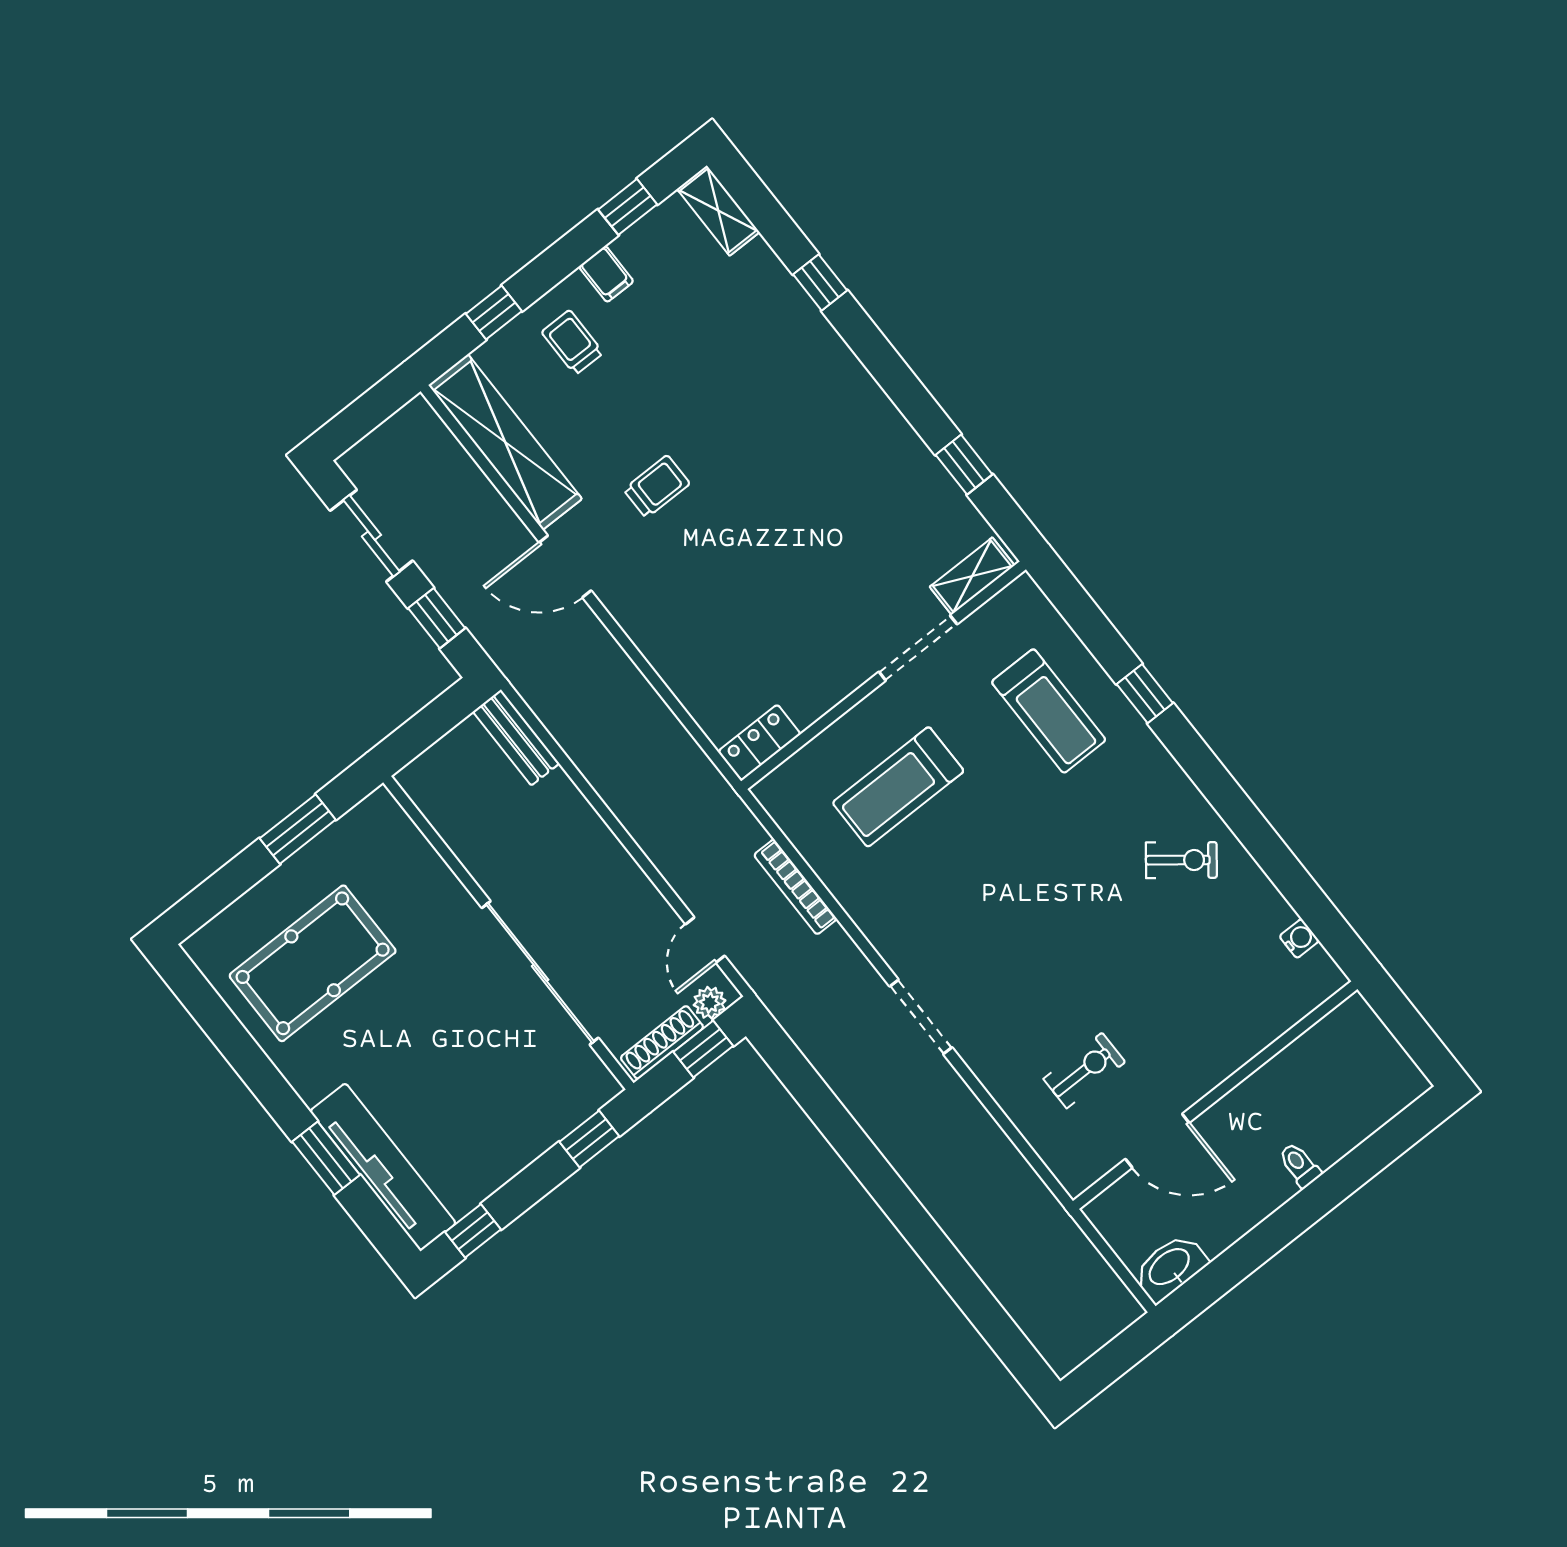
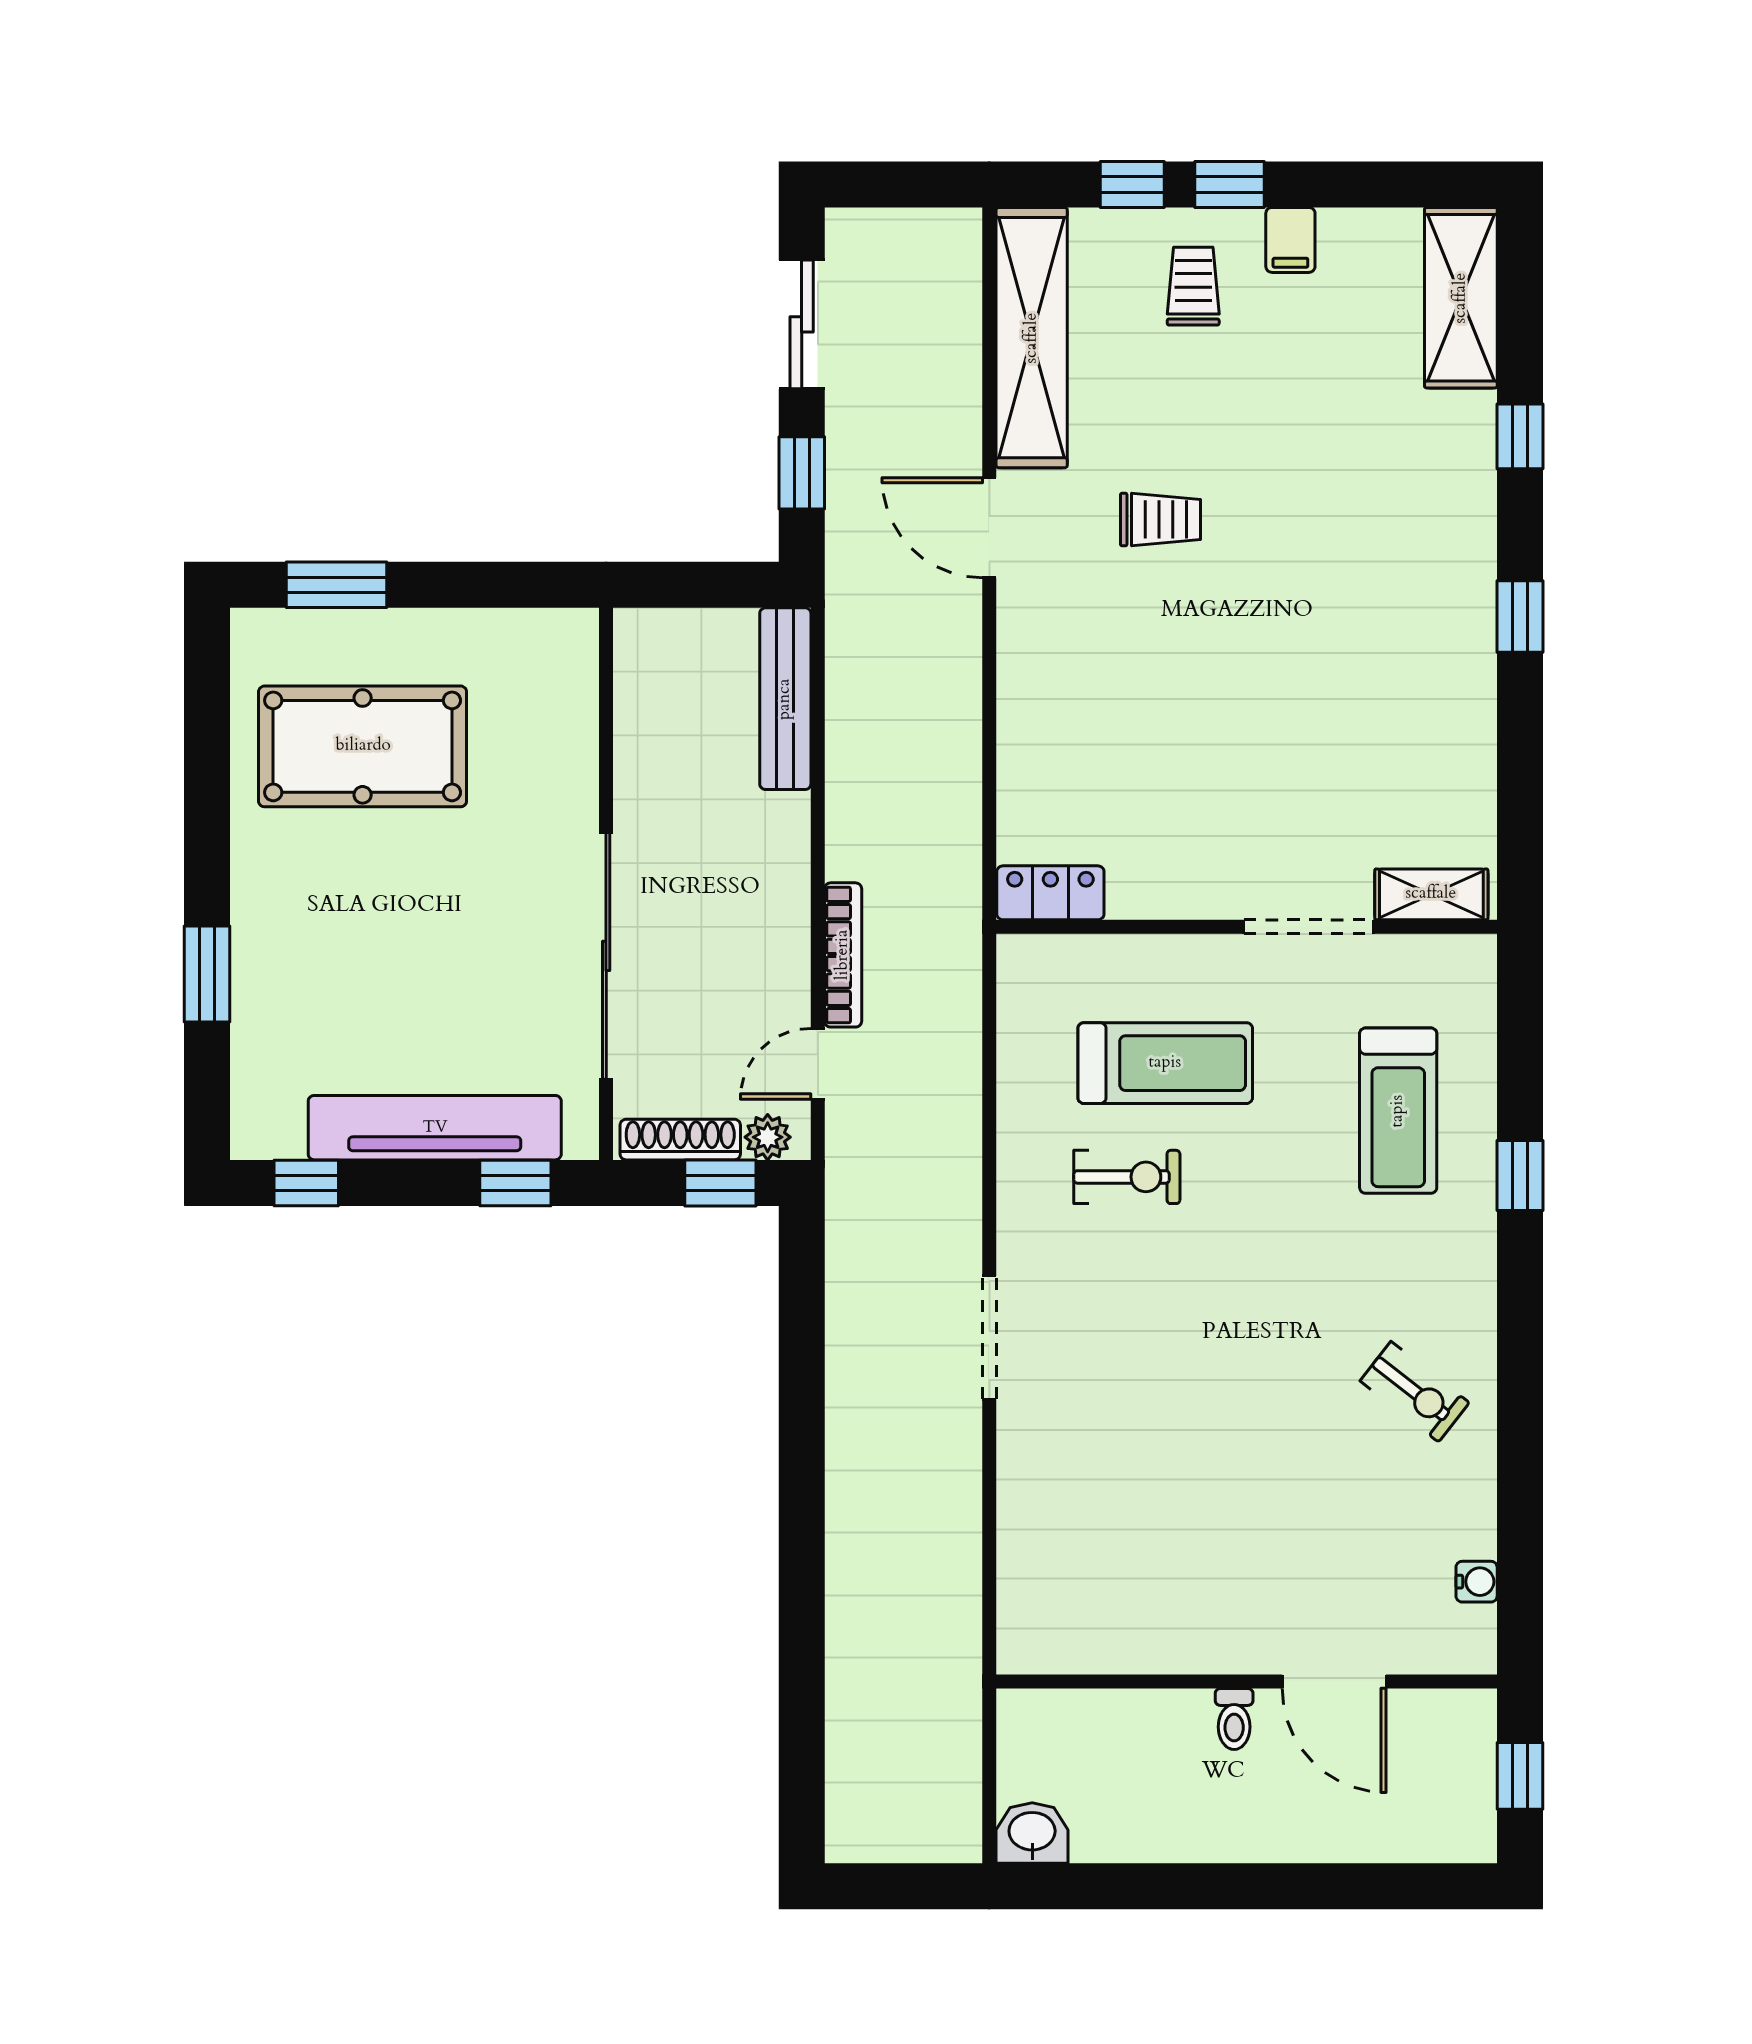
window: (628, 207) -> (1230, 184), moved
shelving: (718, 211) -> (1461, 298), width x1.50, depth x1.33
window: (964, 465) -> (1520, 617), moved
bench: (516, 738) -> (785, 699), width x1.36
treadmill: (898, 787) -> (1165, 1063), turned 180
window: (298, 829) -> (336, 585), moved
bookcase: (795, 887) -> (843, 955), moved, turned 180
window: (1409, 1028) -> (1520, 1776), added
exercise bike: (1084, 1070) -> (1127, 1177), moved
door: (1157, 1141) -> (1334, 1682), moved
toilet: (1300, 1165) -> (1234, 1719), moved, turned 180
tv unit: (383, 1167) -> (435, 1128), moved, turned -90
washbasin: (1170, 1268) -> (1032, 1833), width x0.72

